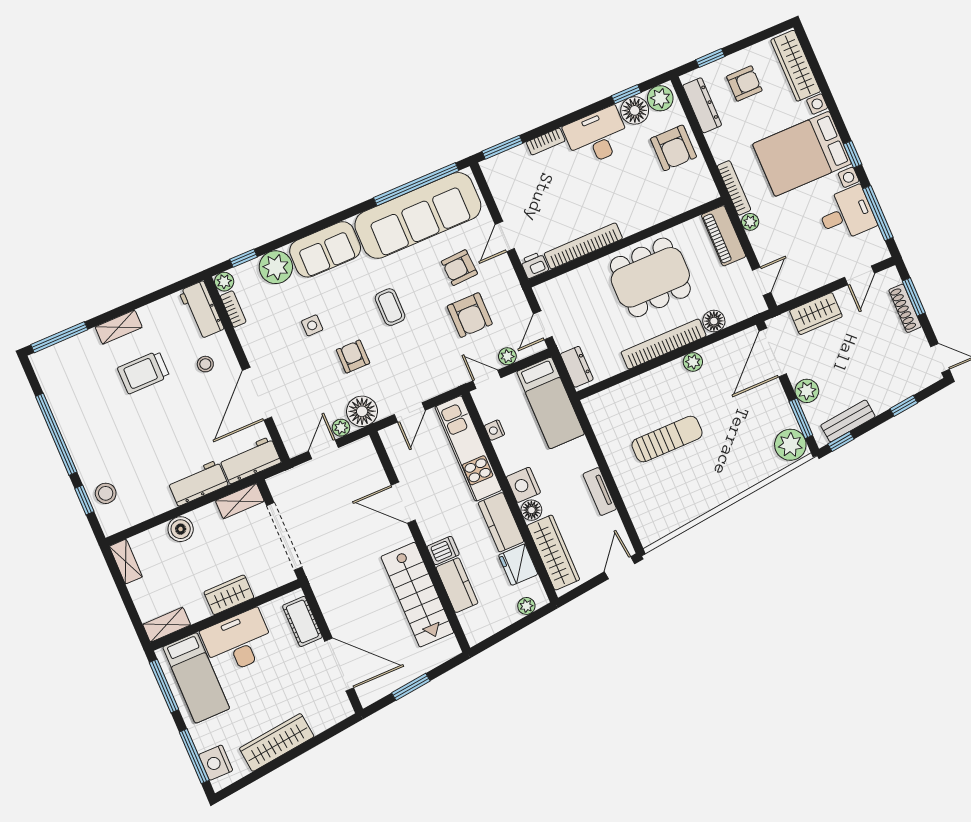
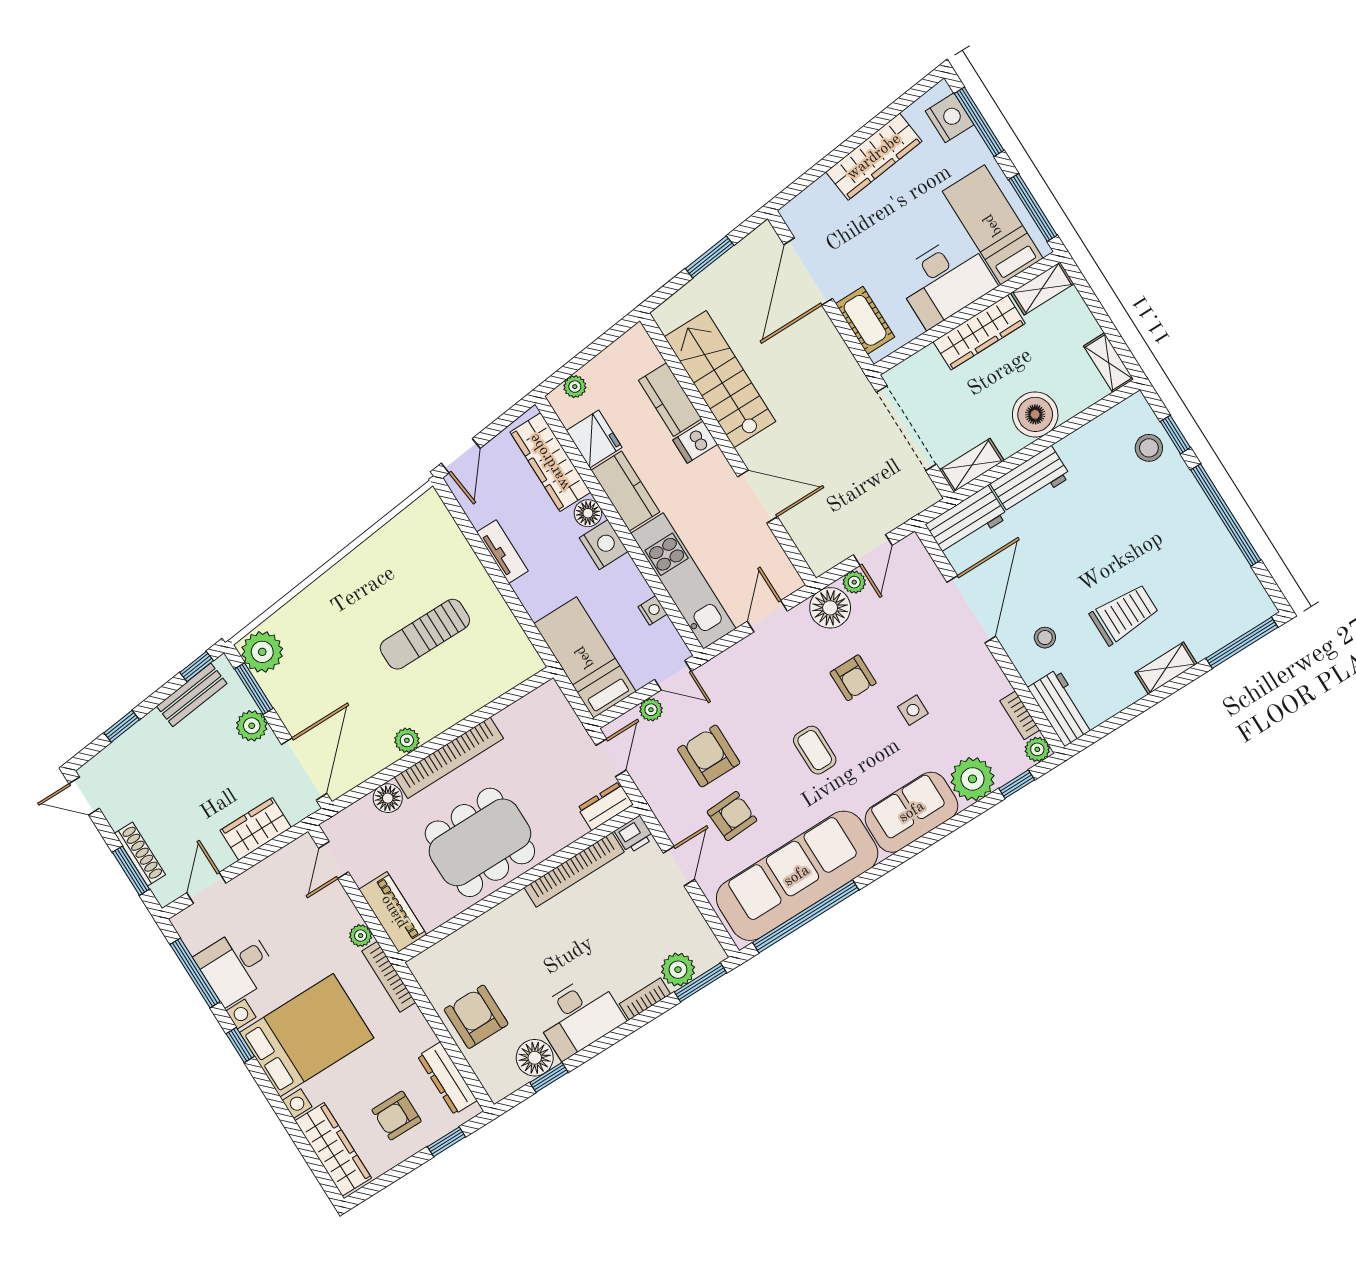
plant: (660, 98) -> (678, 970), moved
dresser: (577, 367) -> (605, 806), moved, turned 90
boiler: (181, 529) -> (1035, 414), width x1.37, depth x1.37
wardrobe: (229, 595) -> (979, 332), width x1.50
door: (339, 664) -> (808, 272), hinge flipped

